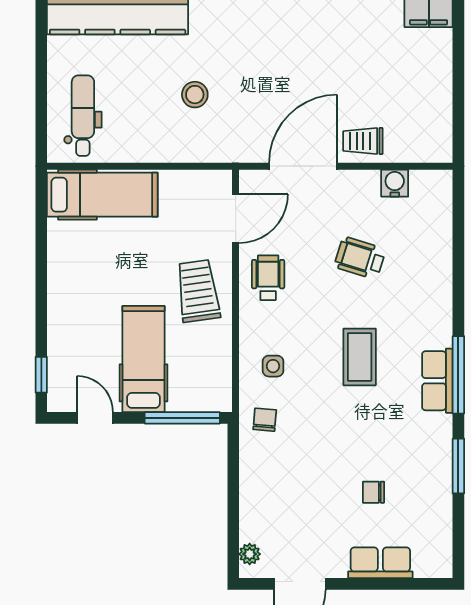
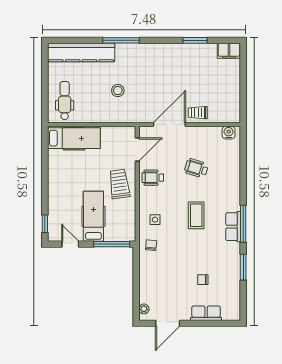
water cooler: (395, 183) -> (229, 133), moved
wheelchair: (268, 278) -> (153, 178), turned -90

